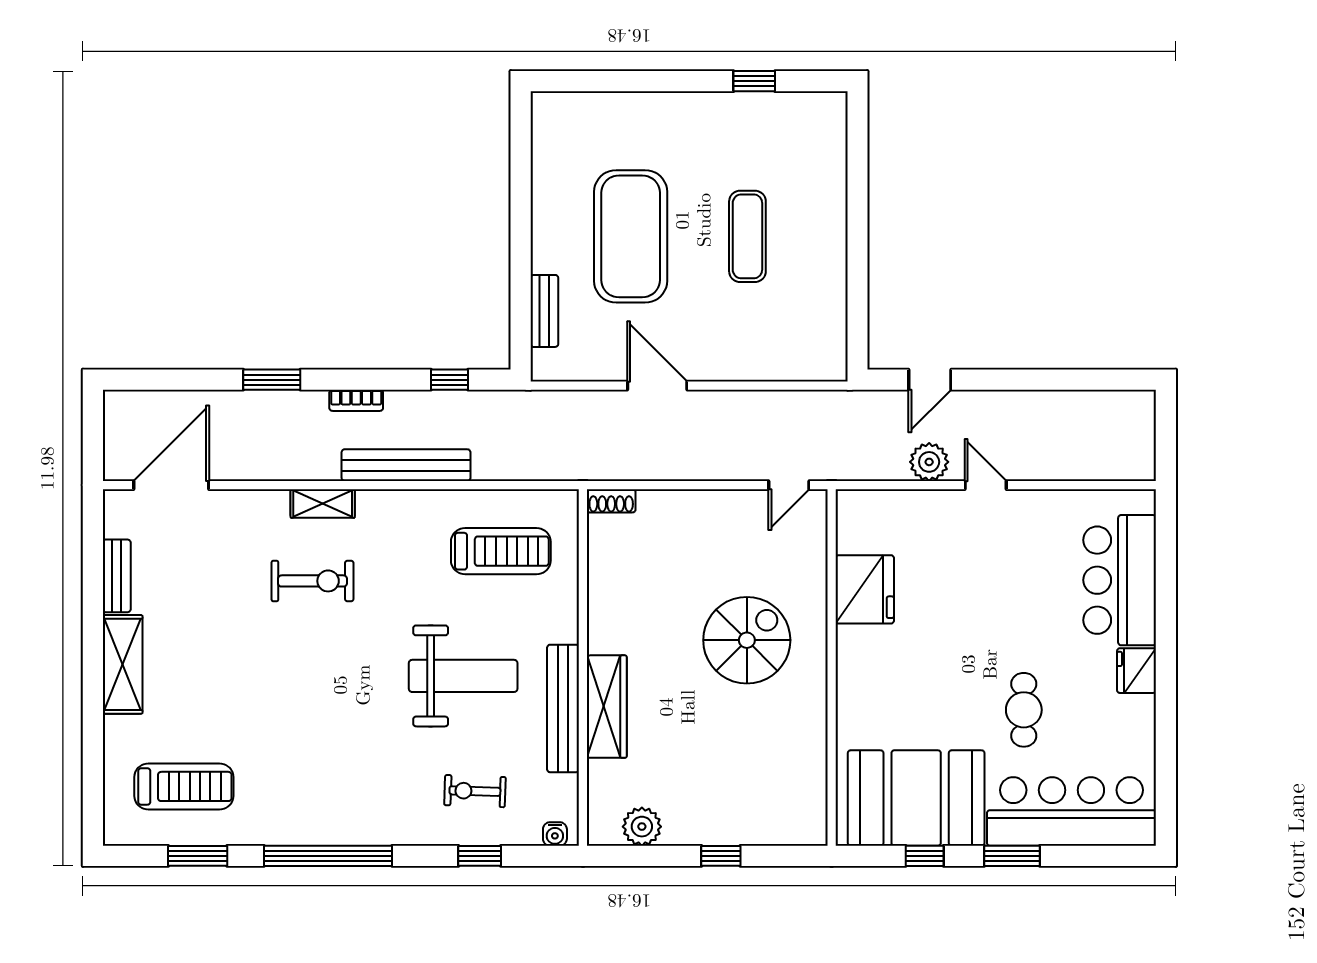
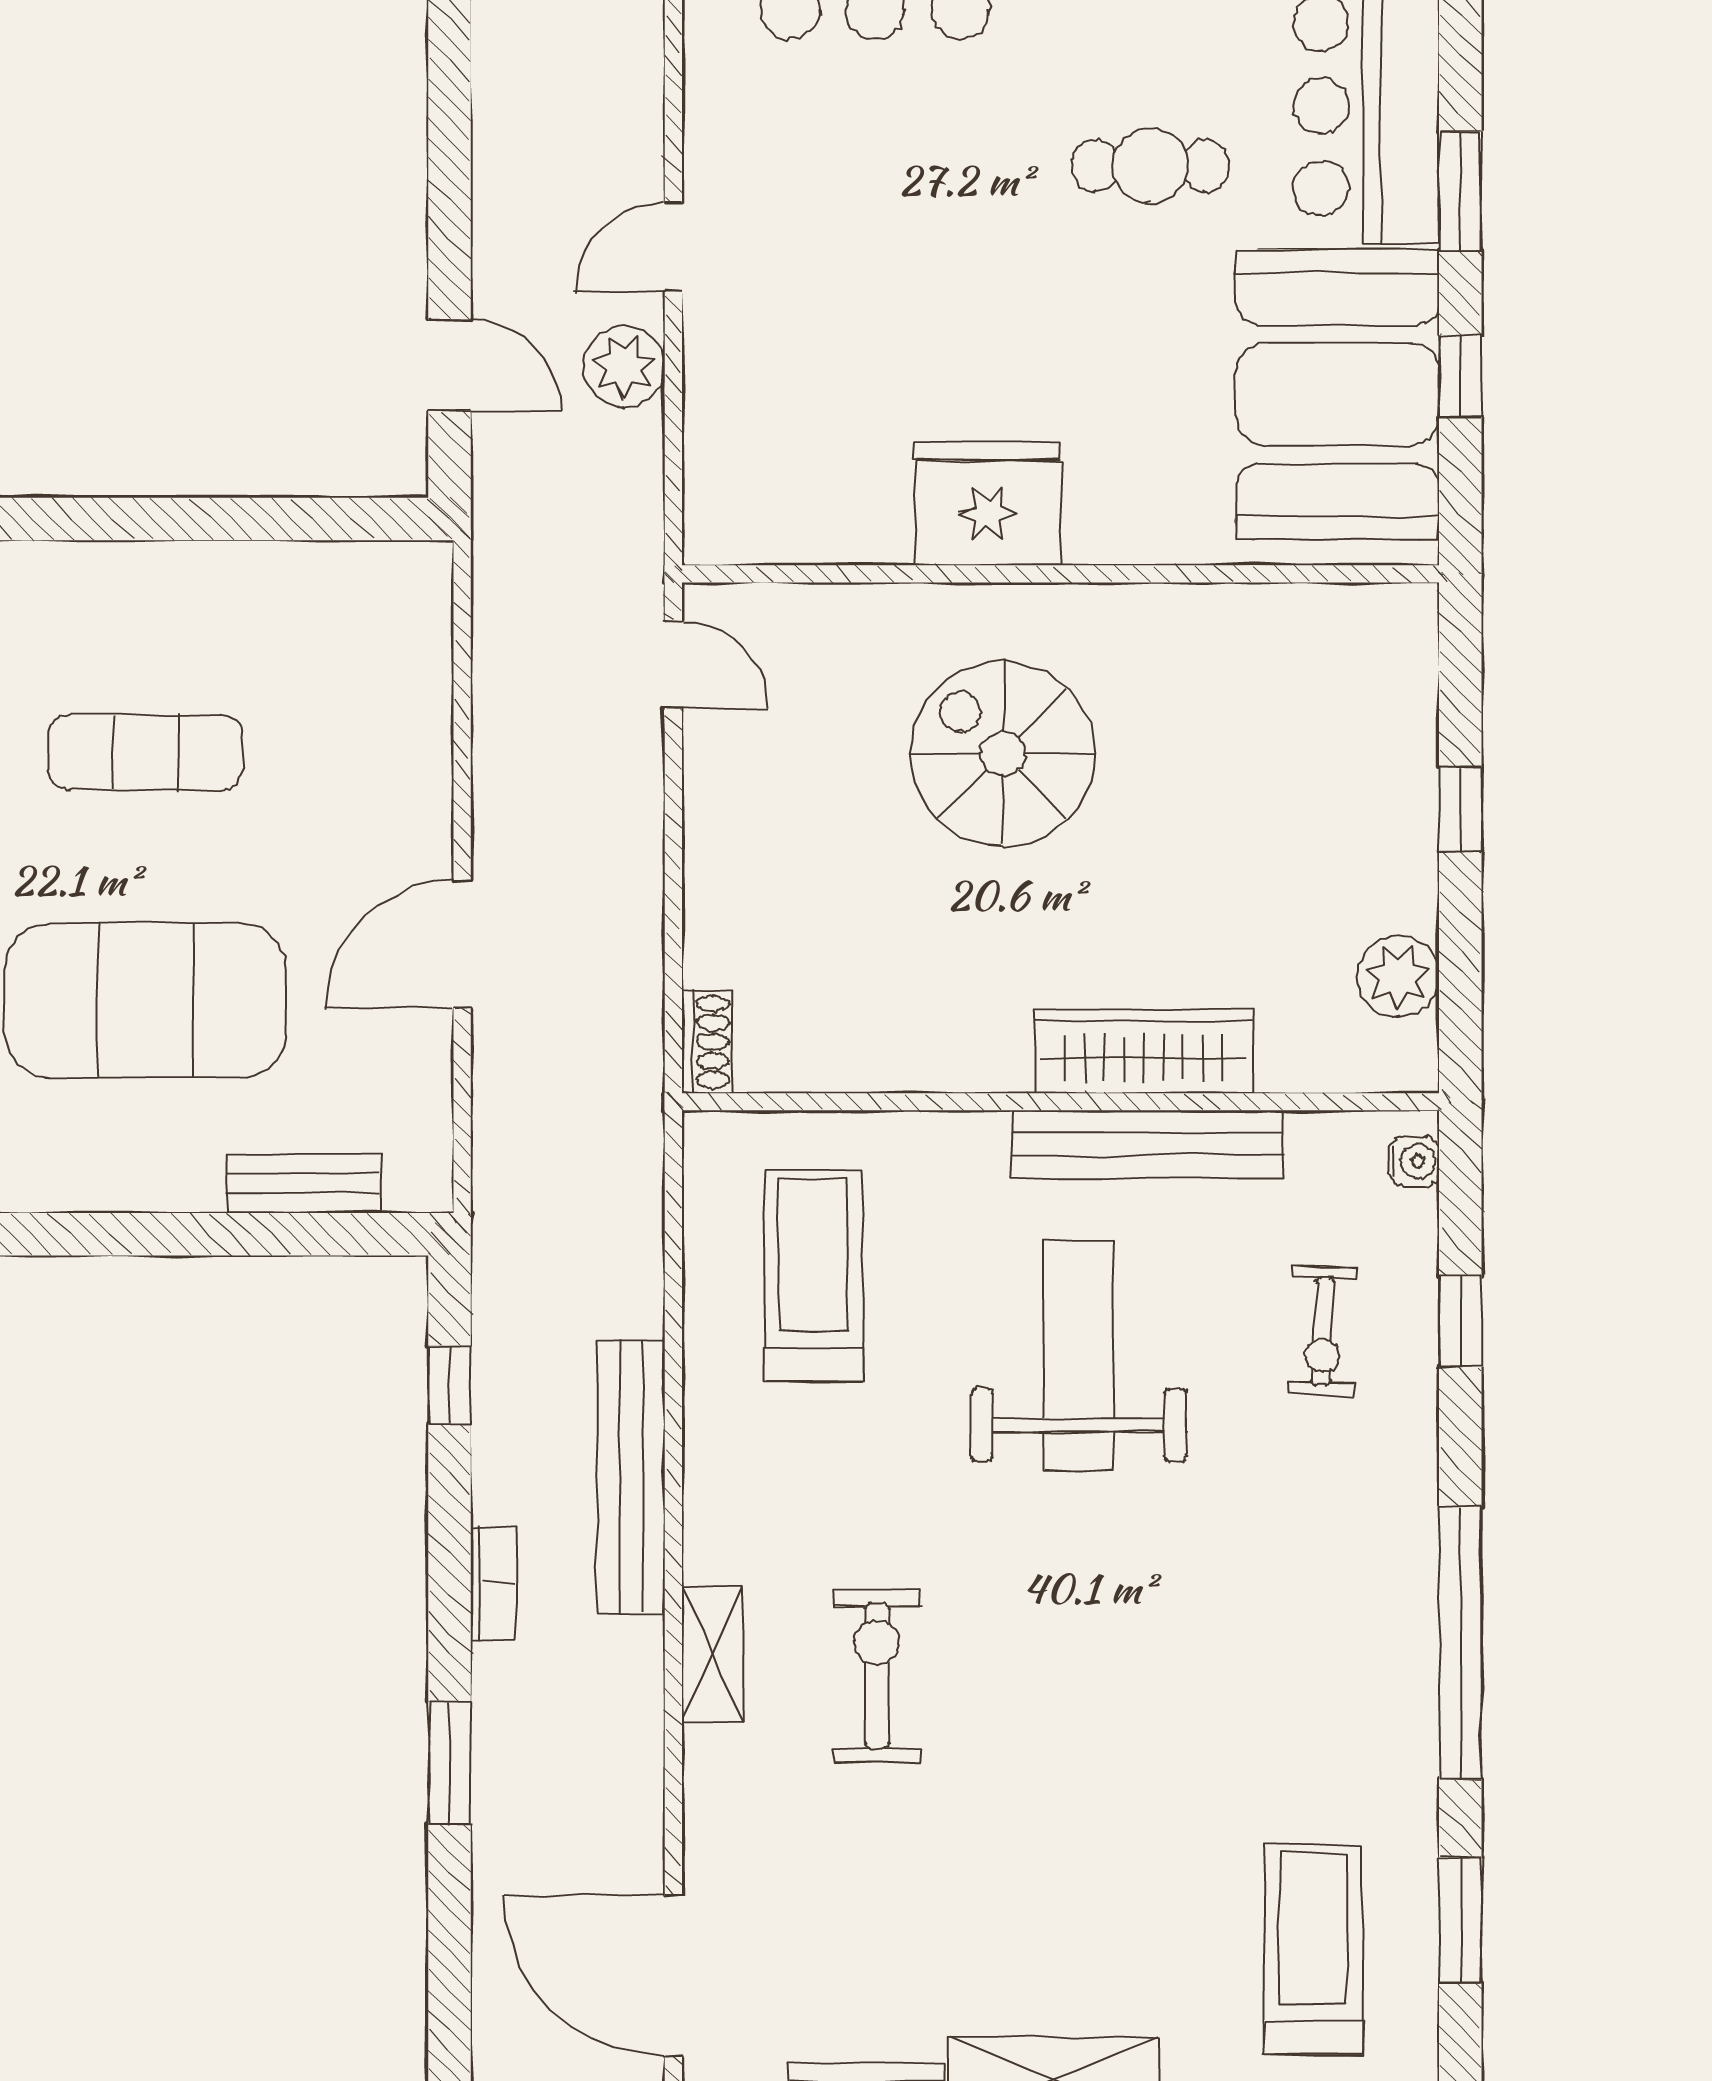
fridge: (865, 589) -> (988, 504), moved

